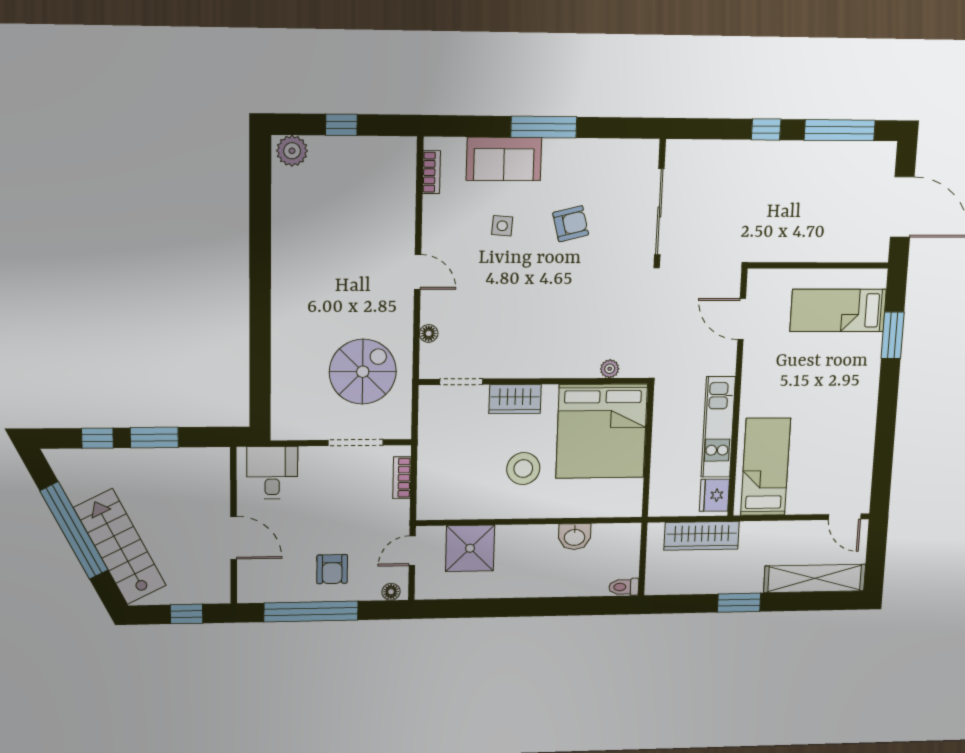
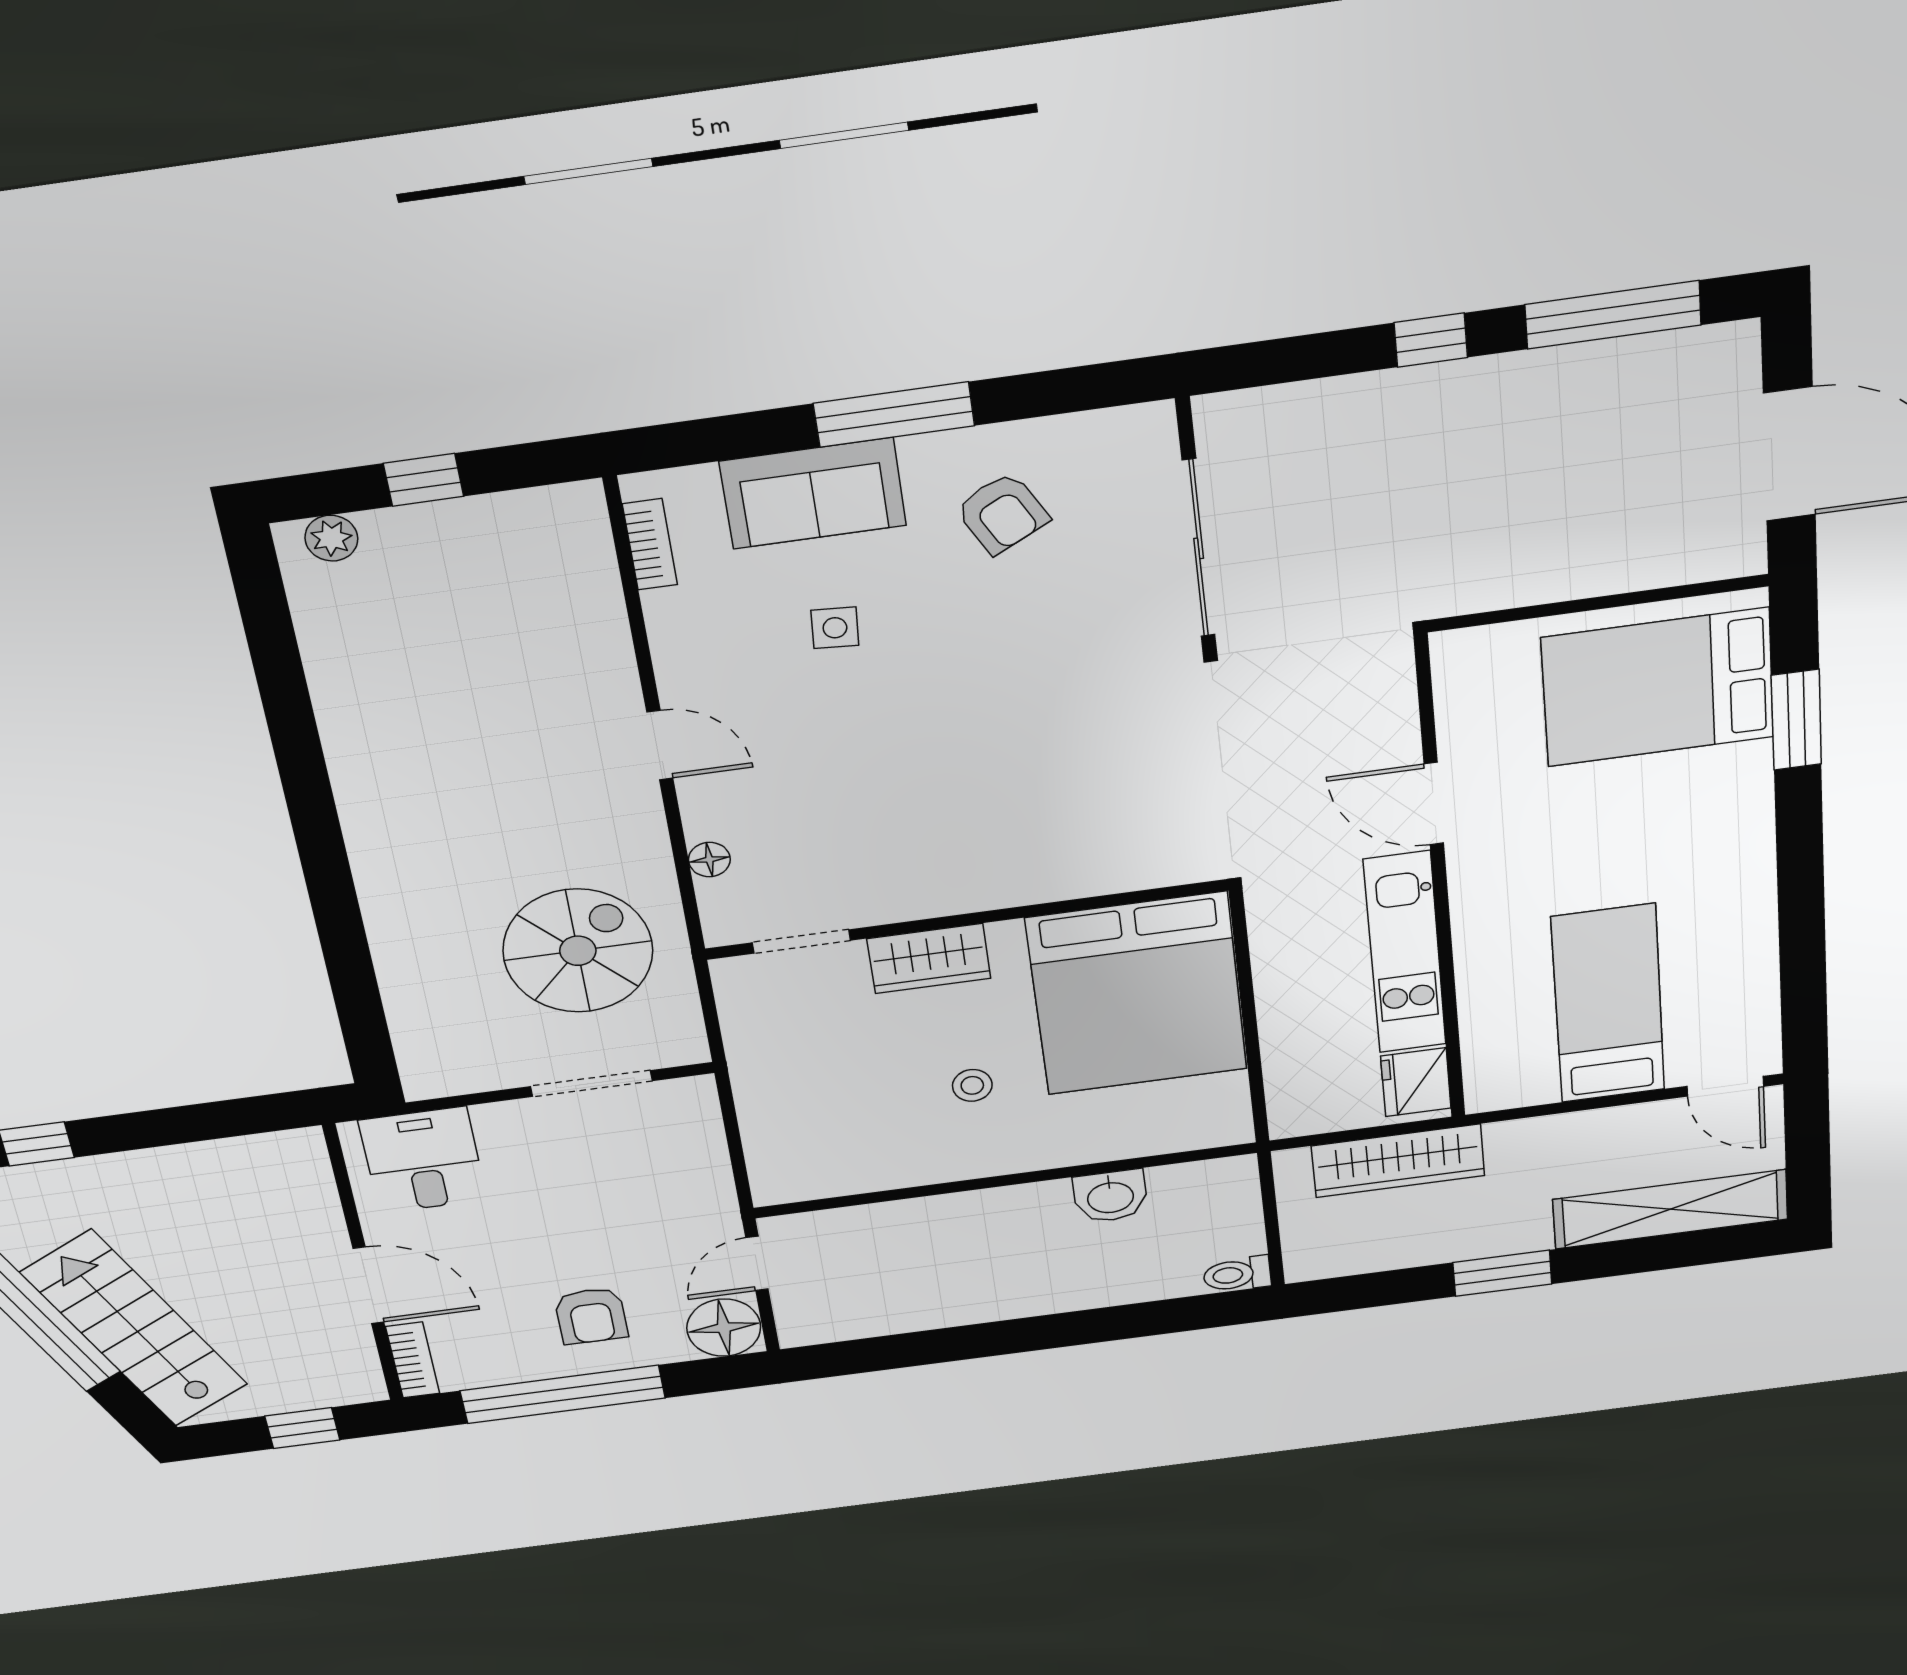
plant: (292, 151) -> (331, 538), width x0.73, depth x0.73
armchair: (571, 224) -> (1002, 513), moved, turned 76
bed: (838, 310) -> (1658, 687), width x1.50
door: (742, 319) -> (1434, 804), moved
plant: (610, 369) -> (1135, 873), removed
window: (154, 438) -> (156, 1128), removed
bed: (765, 467) -> (1608, 1004), moved
stool: (523, 469) -> (972, 1085), width x0.53, depth x0.53
bookcase: (402, 478) -> (413, 1360), moved, turned 180
shower: (470, 548) -> (882, 1244), removed
floor lamp: (391, 592) -> (724, 1328), width x1.89, depth x1.89

